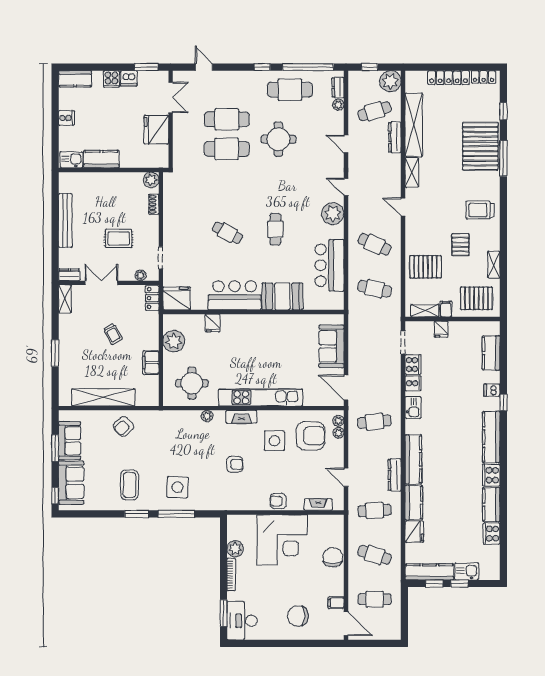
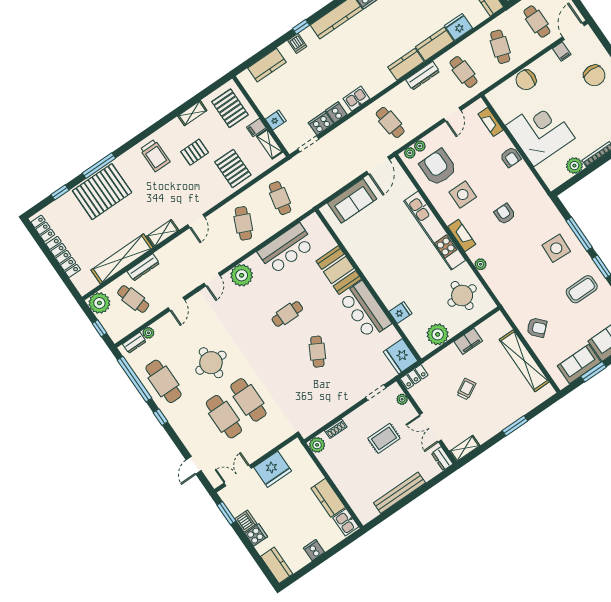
rug: (119, 238) -> (384, 438), turned 90
kitchen counter: (413, 459) -> (406, 64), width x0.67

